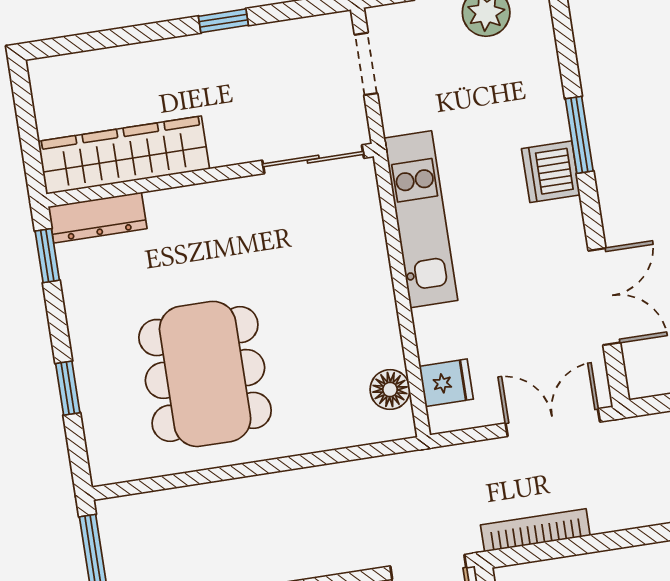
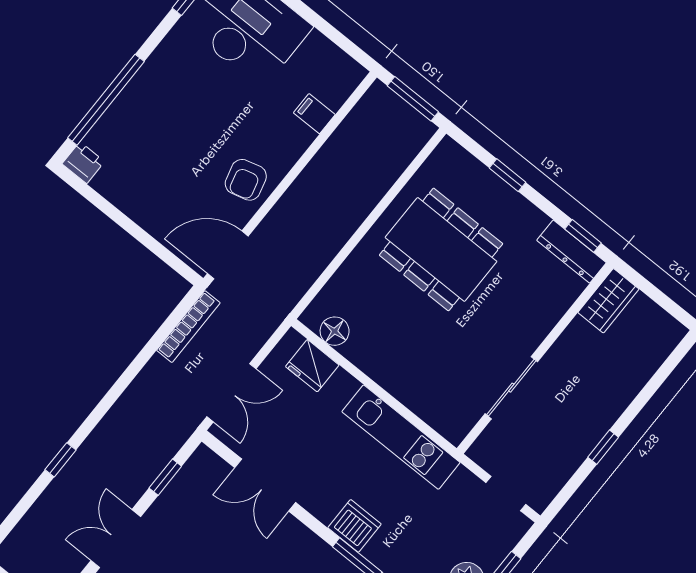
wardrobe: (124, 155) -> (608, 301), width x0.48, depth x0.85
sliding door: (313, 159) -> (511, 388), moved
dresser: (98, 218) -> (571, 252), moved, turned -90
fridge: (446, 383) -> (312, 366), width x1.38

